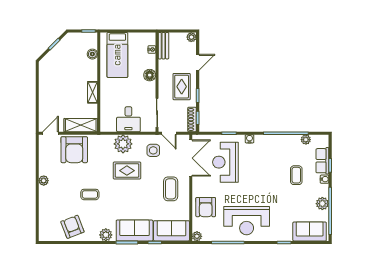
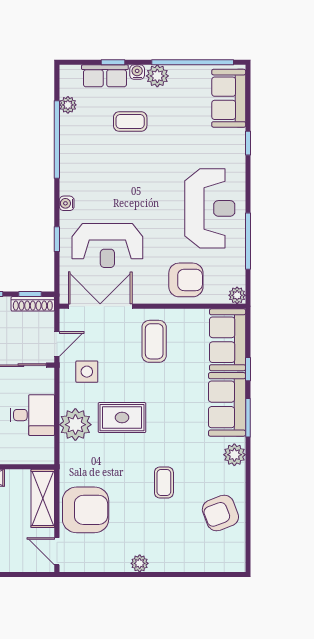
rug: (127, 171) -> (122, 418), turned 90
coffee table: (171, 189) -> (154, 341), turned 90
plant: (322, 204) -> (157, 76), moved

